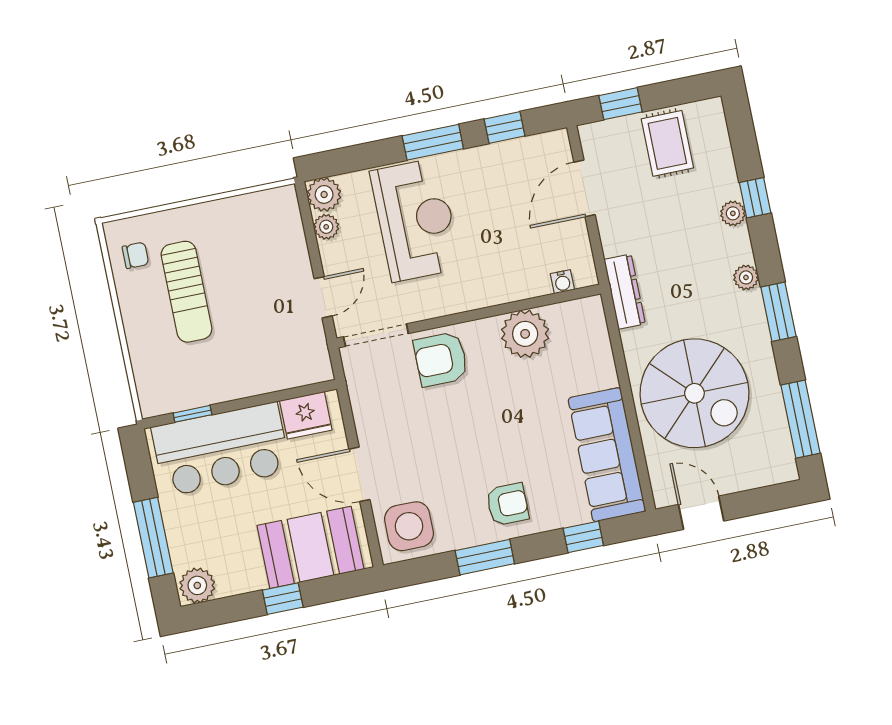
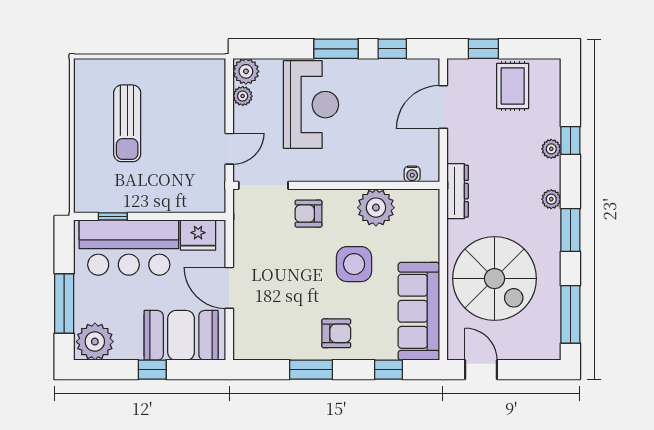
chair: (135, 255) -> (94, 88), removed
armchair: (441, 359) -> (308, 214), width x0.72, depth x0.72
side table: (409, 526) -> (354, 264), moved
plant: (197, 585) -> (95, 342), width x1.36, depth x1.36

